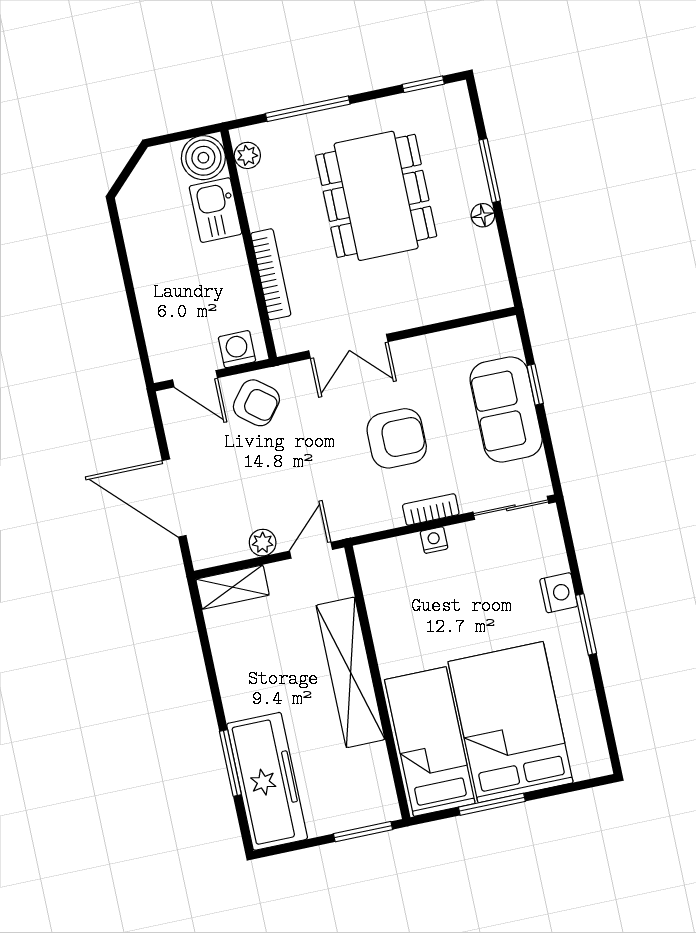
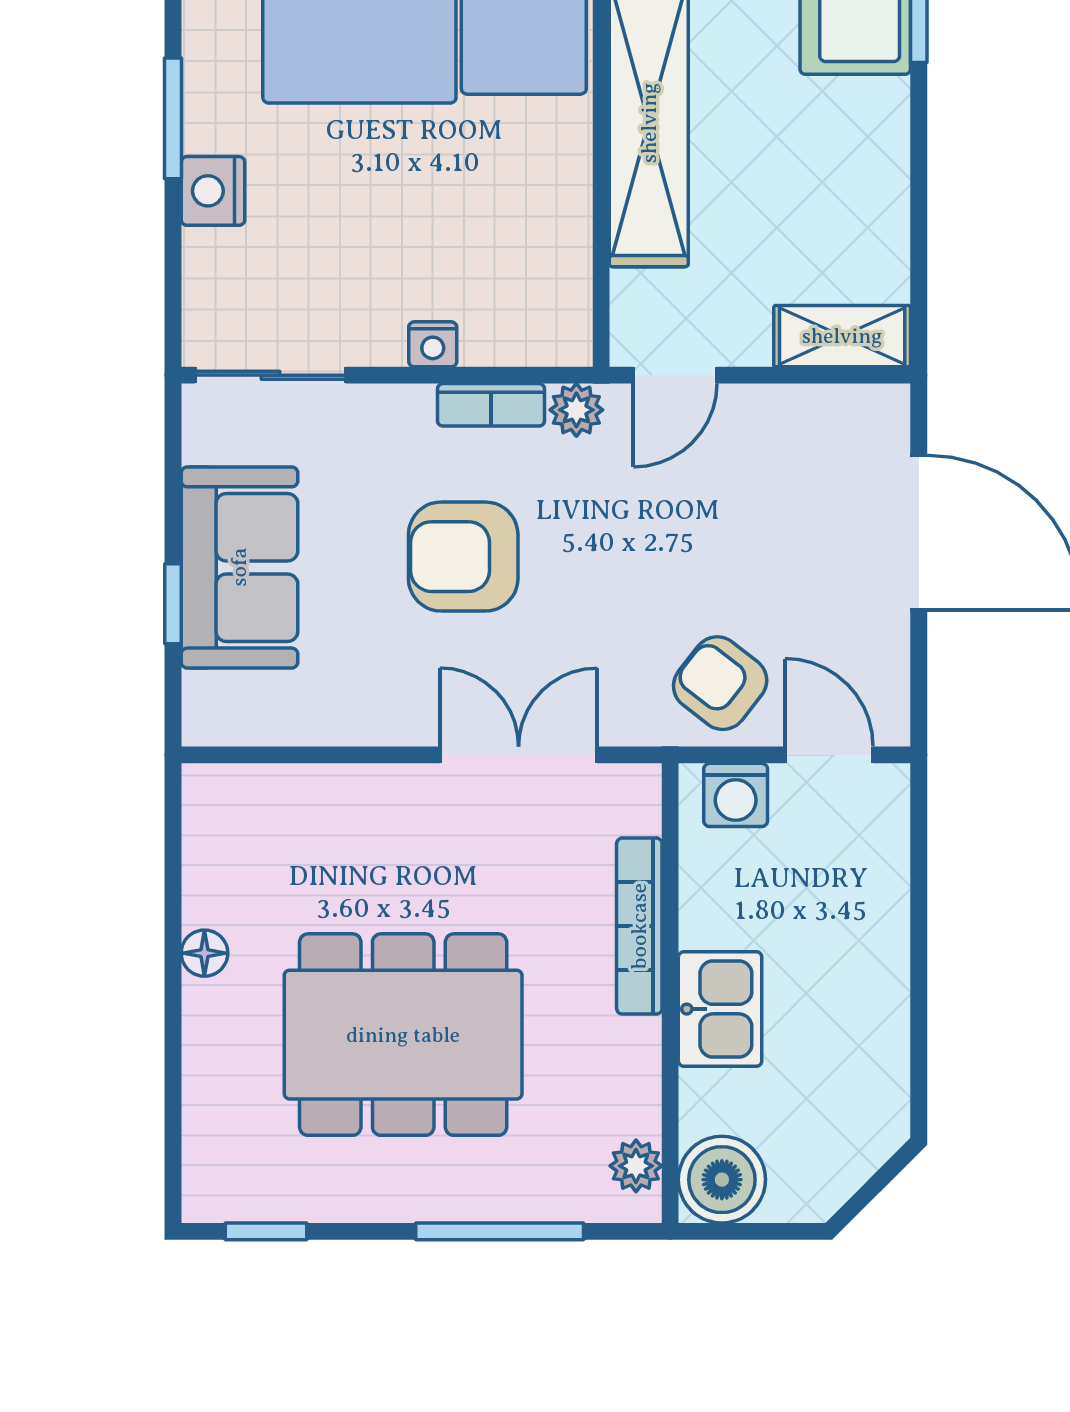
window: (490, 171) -> (173, 1037), removed
dining table: (376, 196) -> (403, 1035), turned 90
kitchen sink: (215, 210) -> (720, 1009), moved
bookcase: (431, 509) -> (491, 405), moved
plant: (263, 543) -> (576, 410), moved

